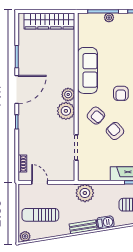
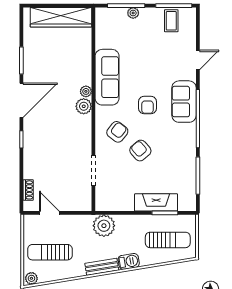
plant: (66, 111) -> (86, 91), moved, width x0.53, depth x0.53
armchair: (96, 116) -> (117, 132), turned -93

